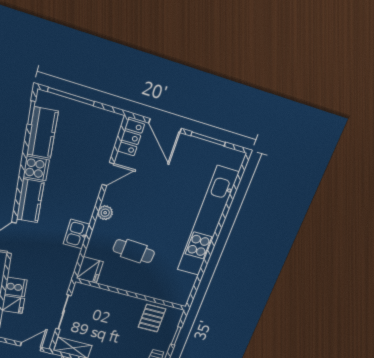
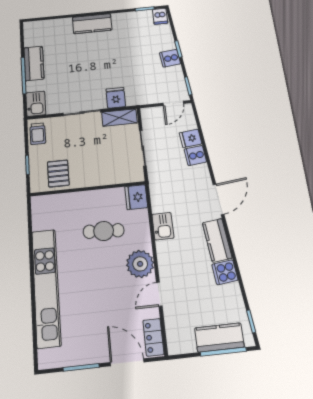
kitchen counter: (42, 133) -> (219, 337), moved, turned 96
plant: (105, 213) -> (140, 264), width x1.88, depth x1.88
door: (31, 347) -> (173, 103), moved

